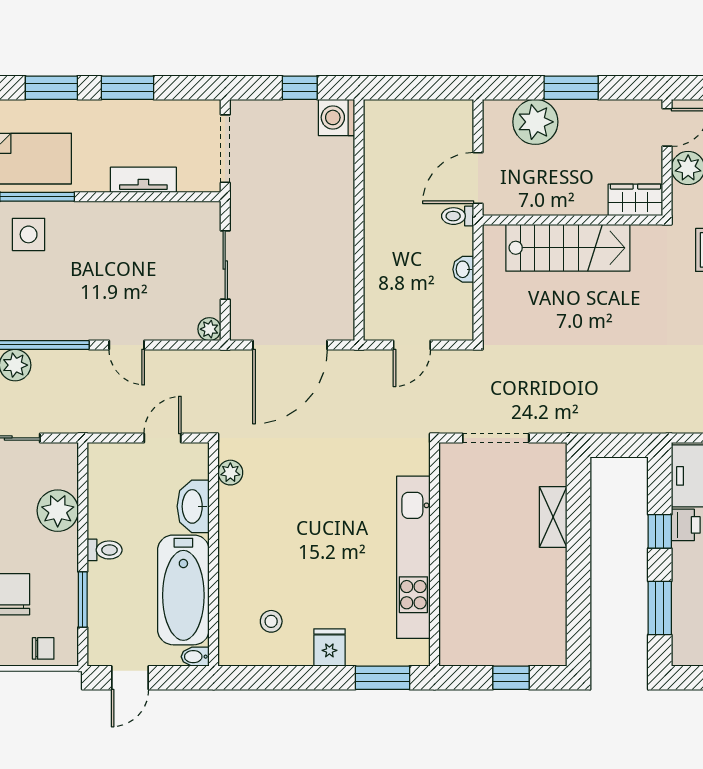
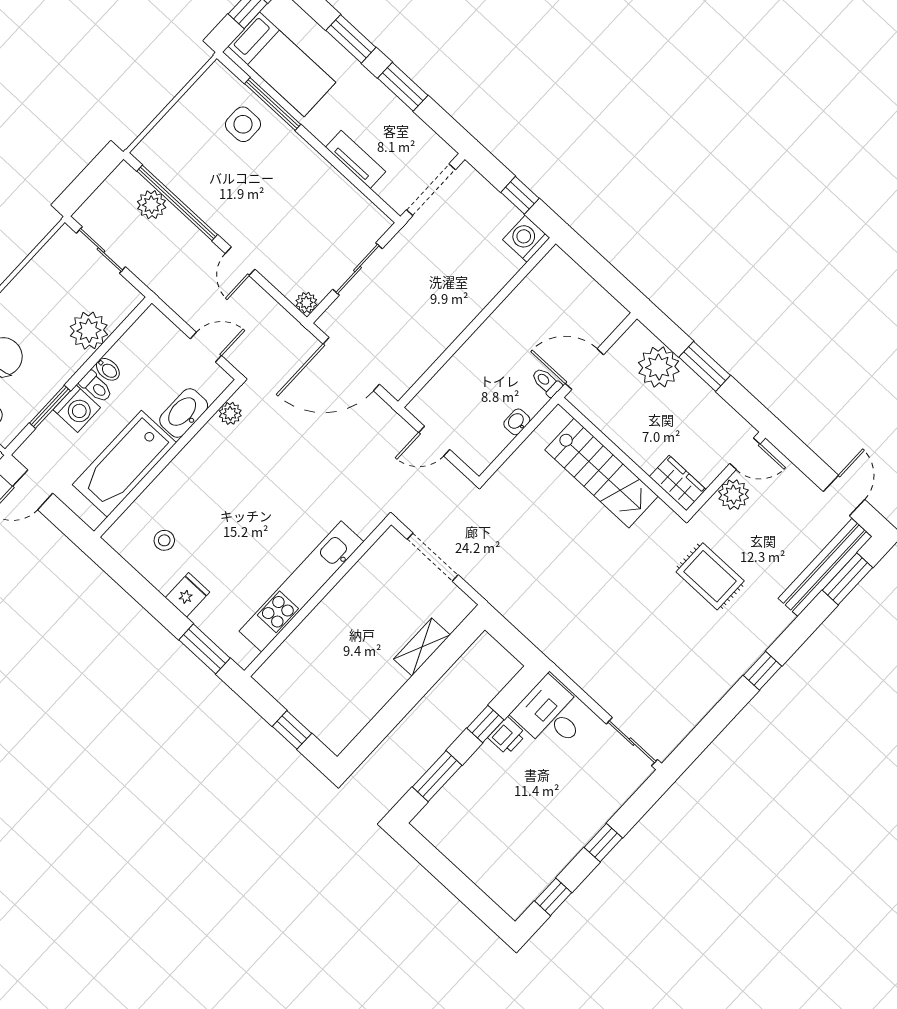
washing machine: (105, 581) -> (77, 409), added
bidet: (195, 657) -> (108, 369), moved, turned 180

